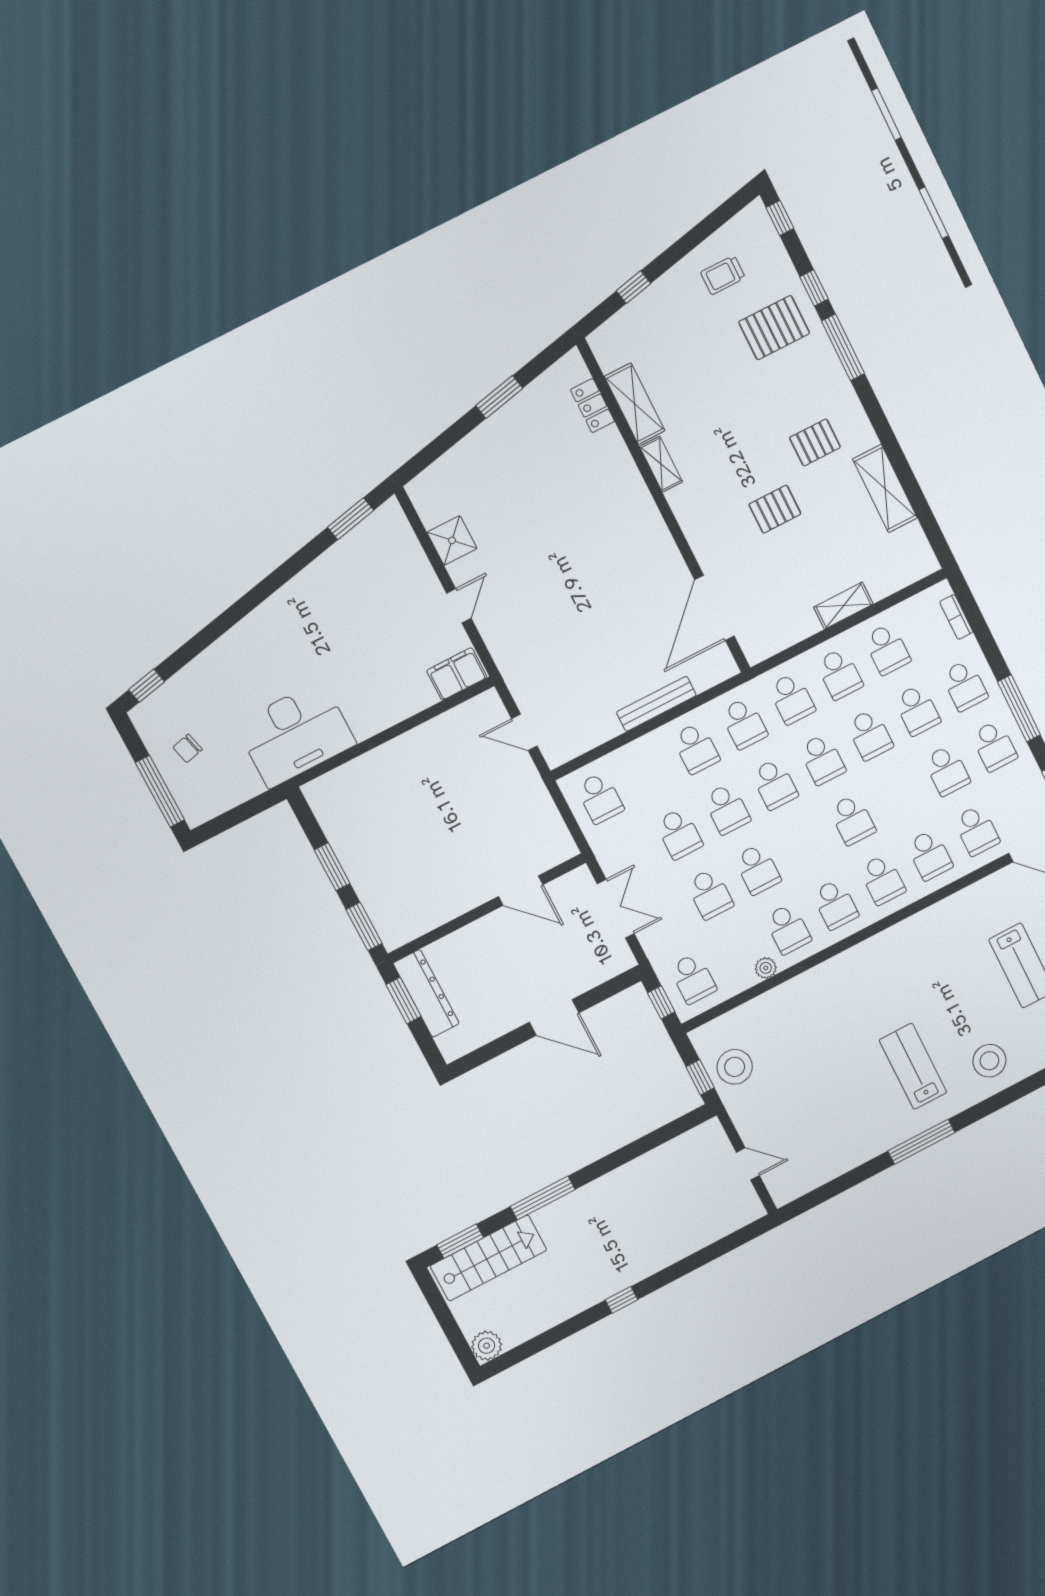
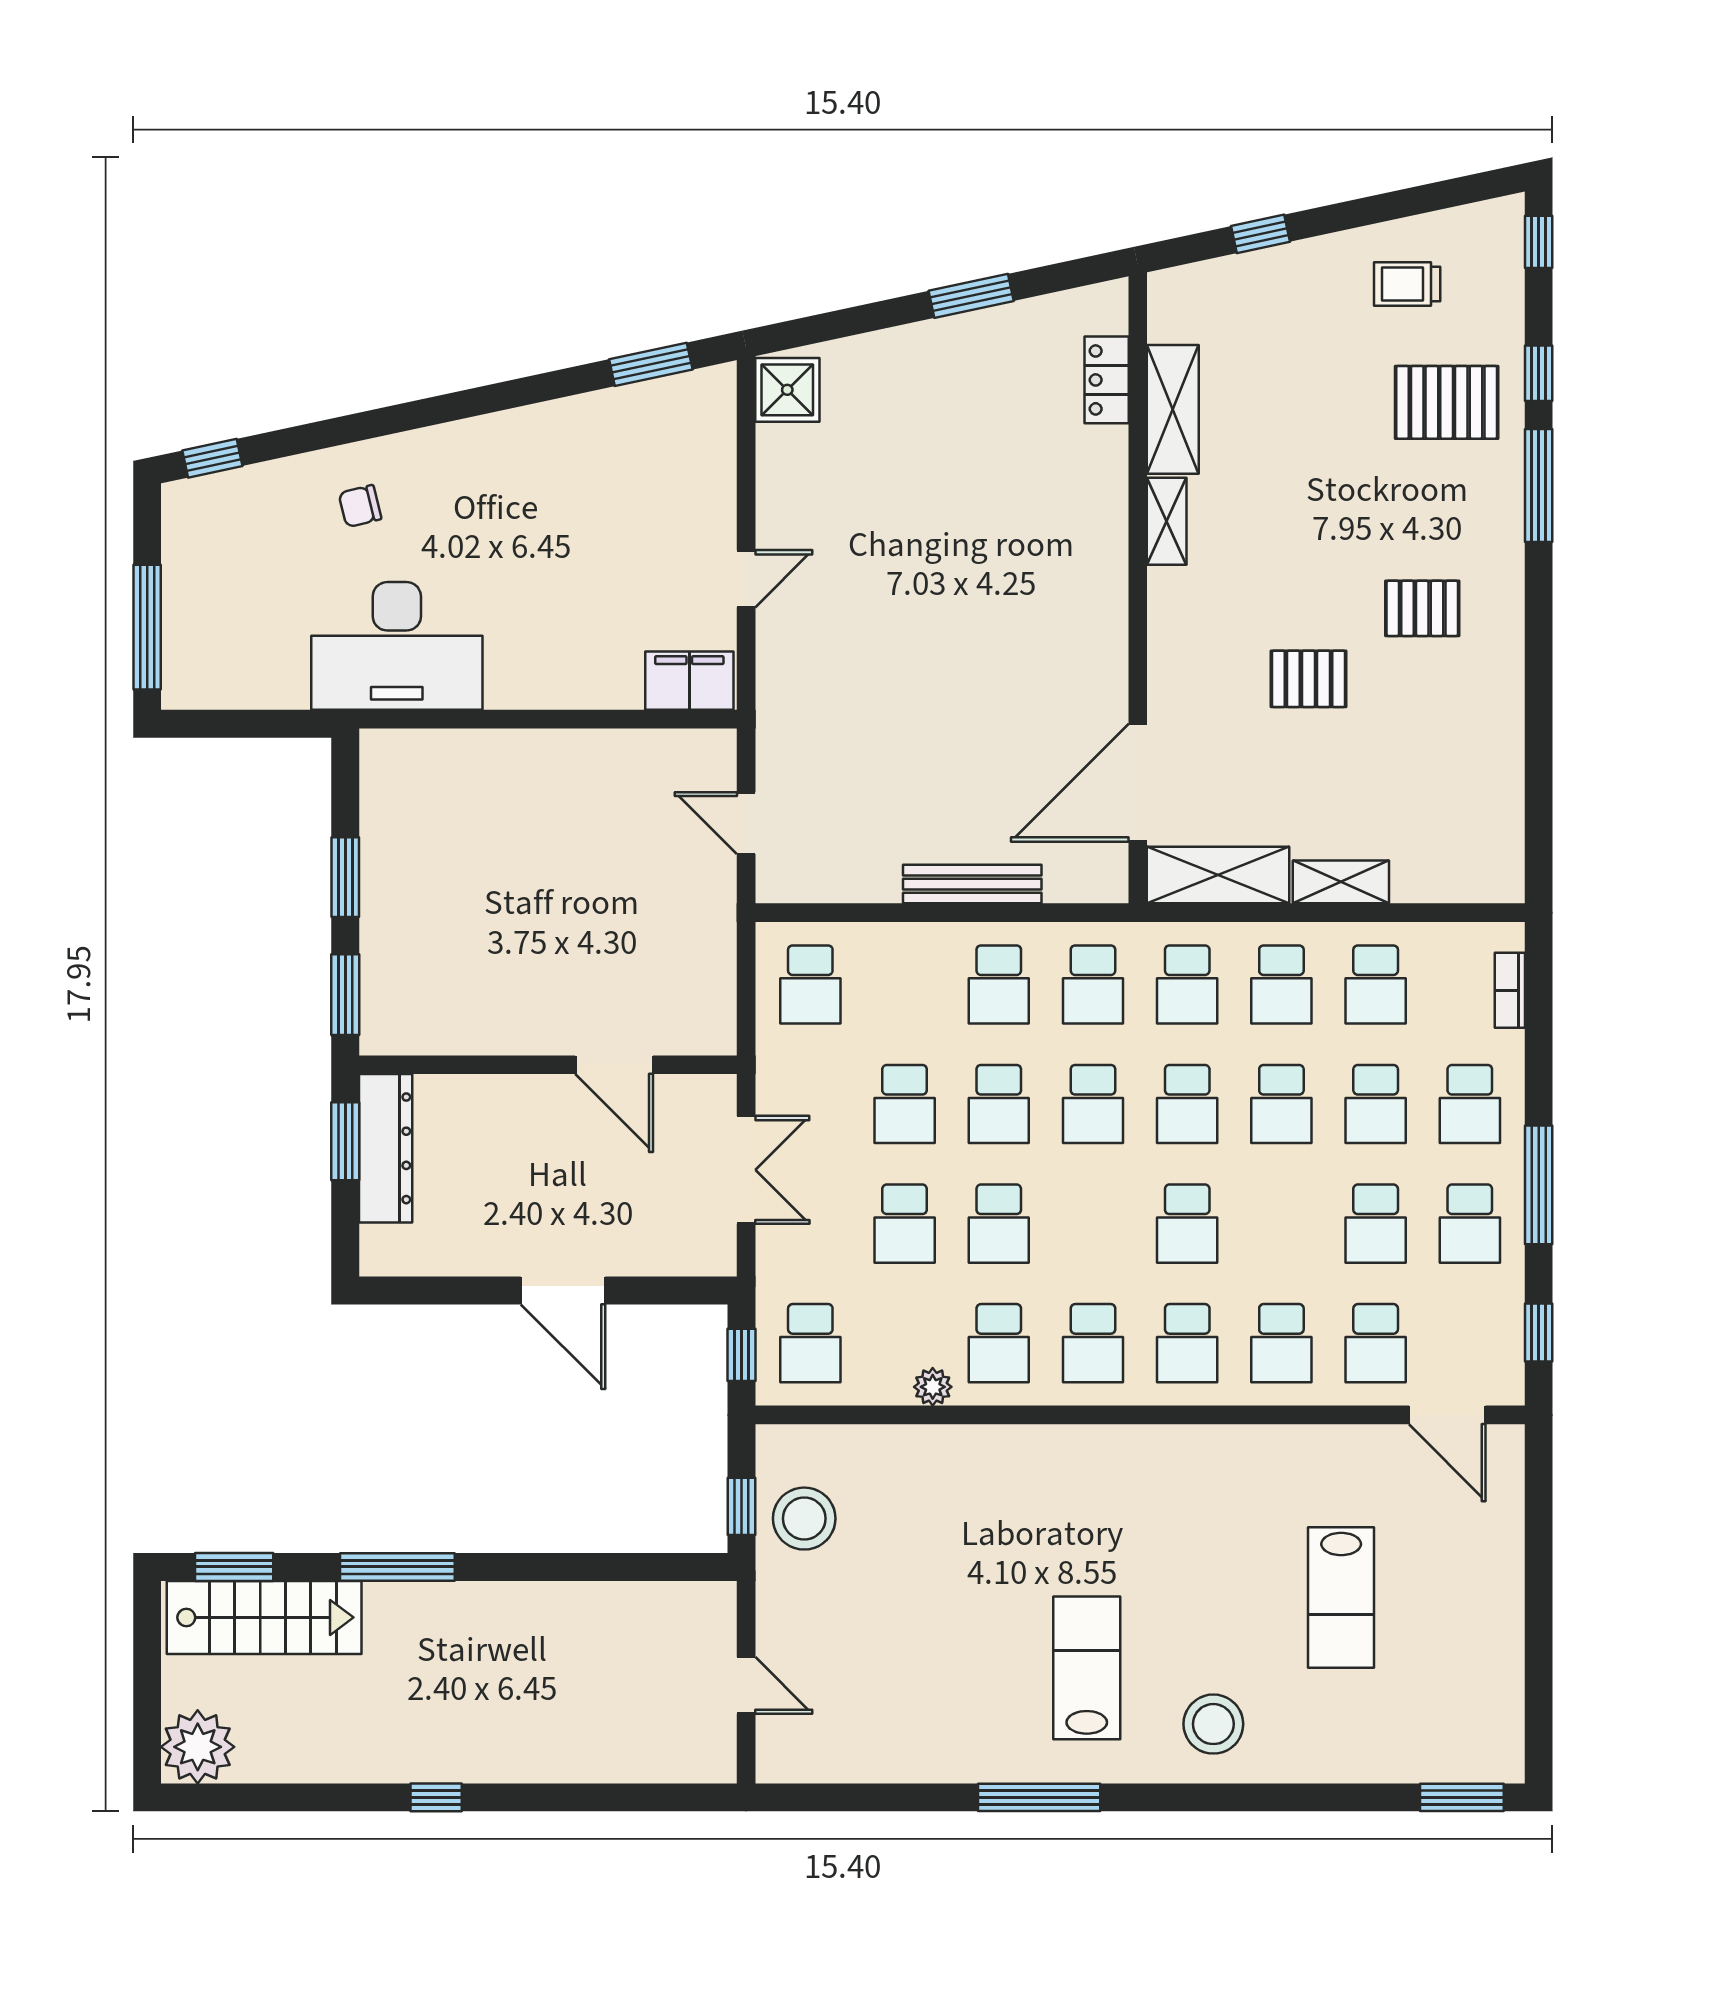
shelving: (885, 489) -> (1218, 875), moved, turned 90
shower: (452, 540) -> (787, 390), moved
chair: (188, 748) -> (360, 506), moved
plant: (487, 1346) -> (198, 1747), width x1.36, depth x1.36

